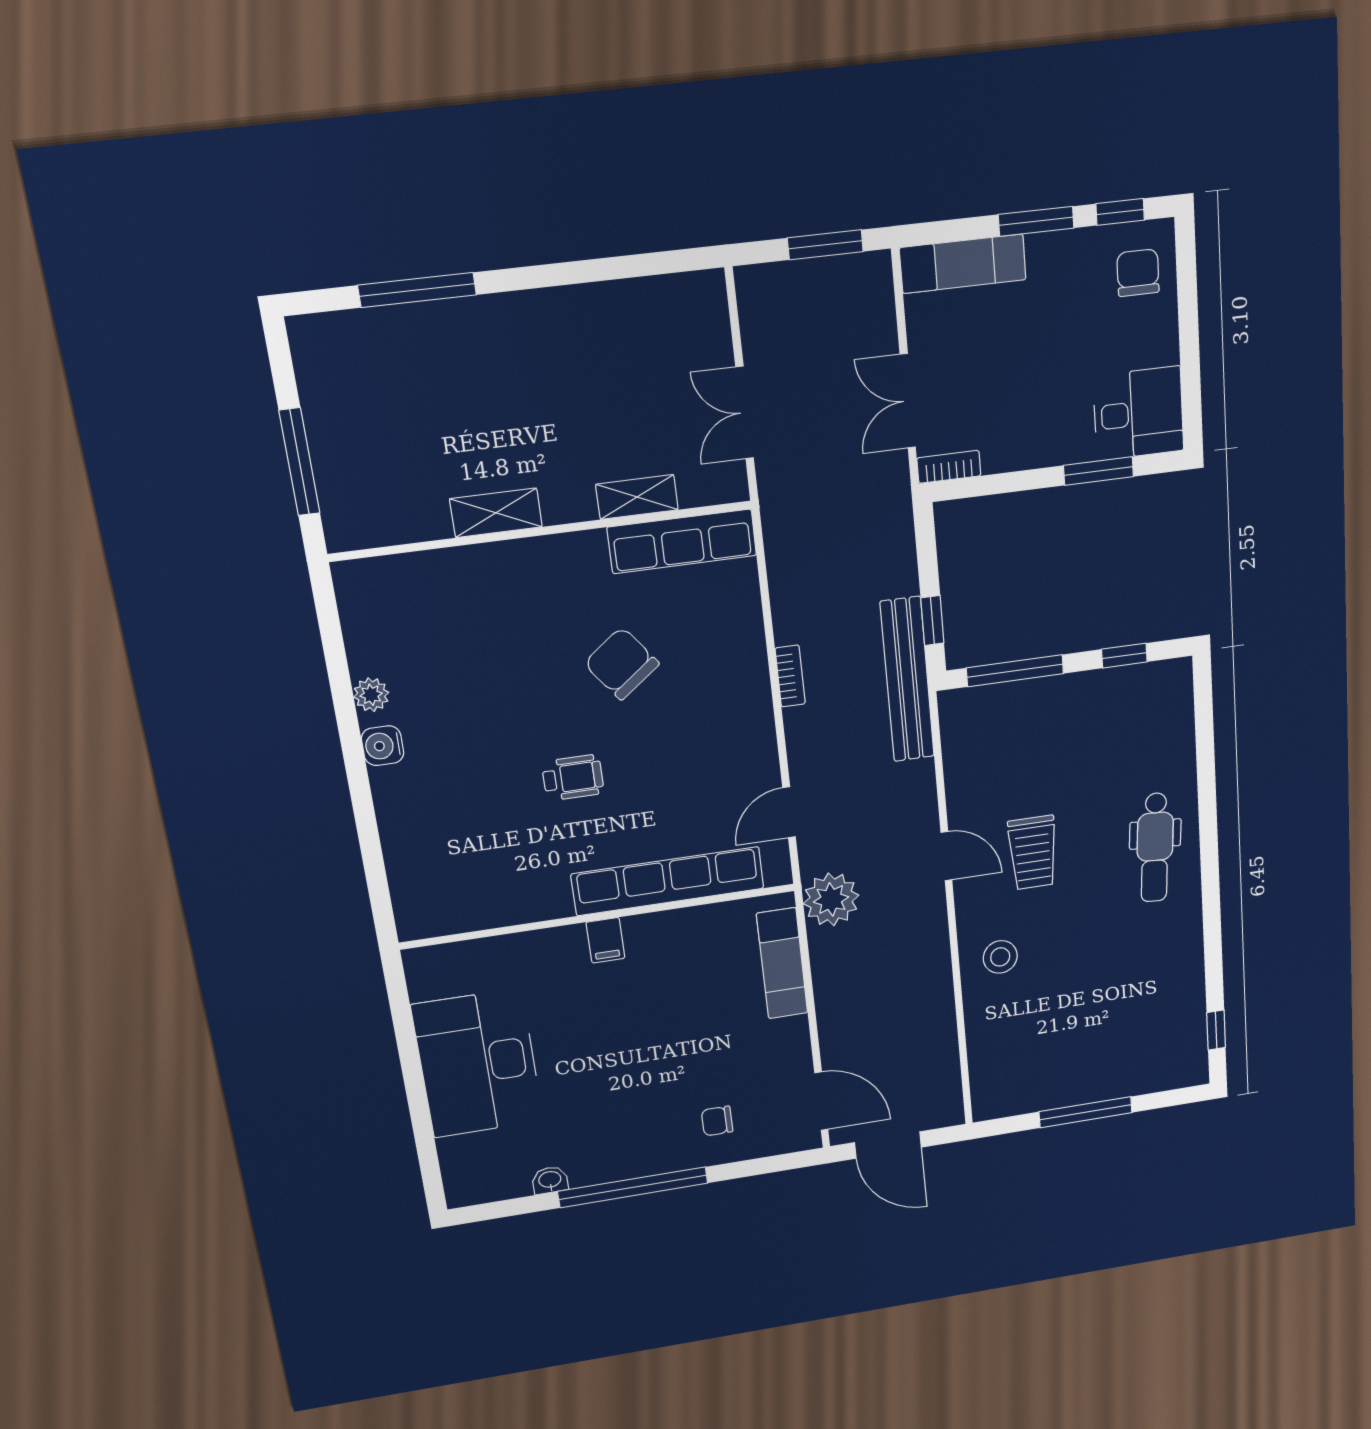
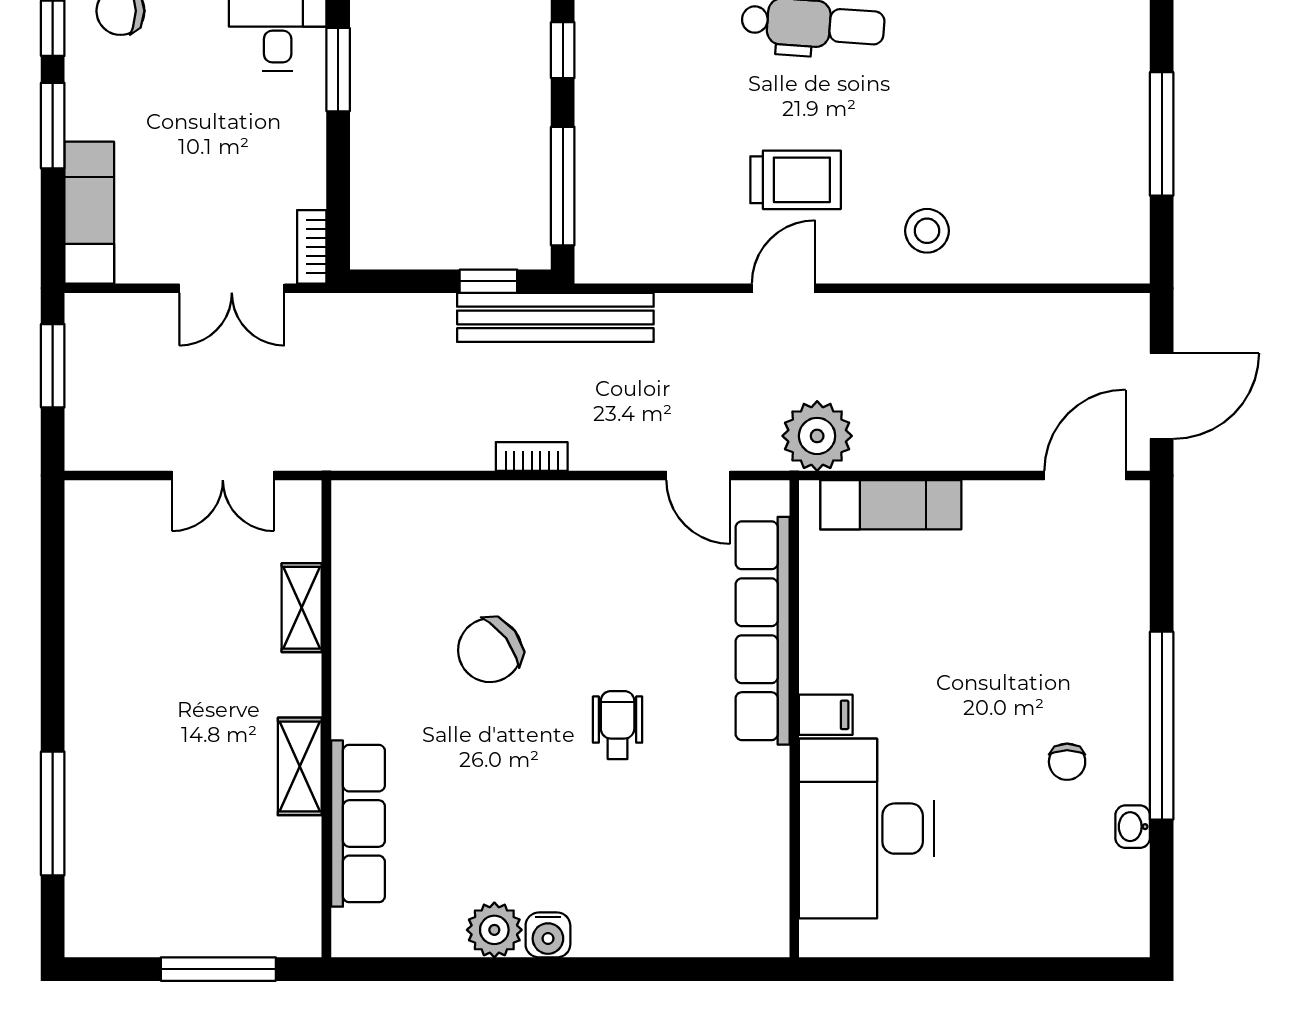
row of seats: (682, 541) -> (358, 824), moved
plant: (371, 695) -> (494, 930), width x1.38, depth x1.38
desk: (478, 1063) -> (866, 829), moved, turned 90
chair: (717, 1121) -> (1067, 762), moved

